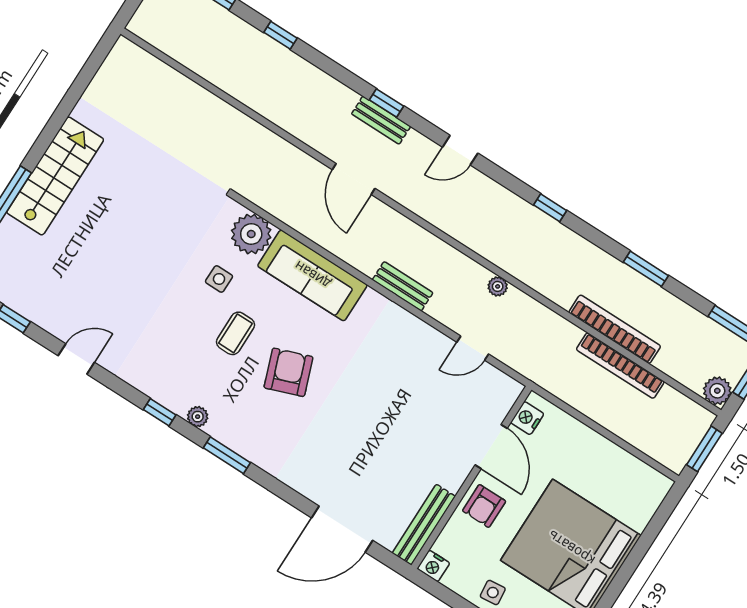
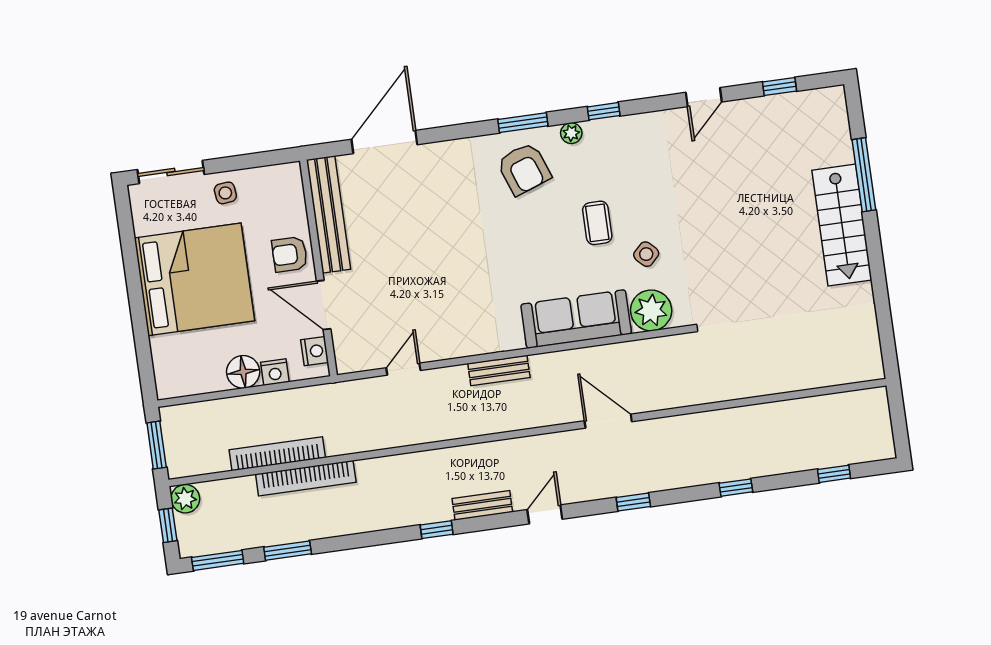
window: (280, 35) -> (736, 488), moved
bench: (381, 120) -> (482, 505), moved
window: (646, 269) -> (288, 551), moved
side table: (219, 279) -> (646, 254), turned 45
plant: (498, 286) -> (425, 434), removed
armchair: (288, 372) -> (524, 169), moved
floor lamp: (593, 448) -> (243, 372), added
armchair: (484, 506) -> (290, 254), turned -90
bench: (424, 525) -> (329, 215), width x1.37, depth x1.21
nightstand: (433, 566) -> (275, 372), moved, turned 180

